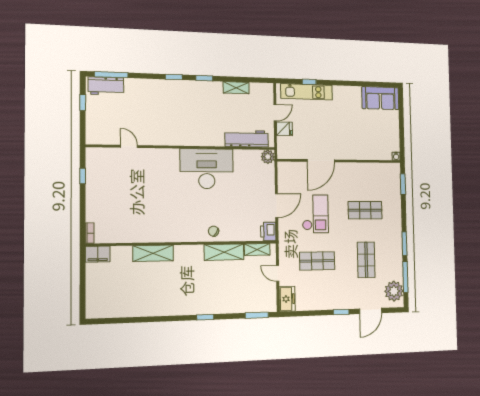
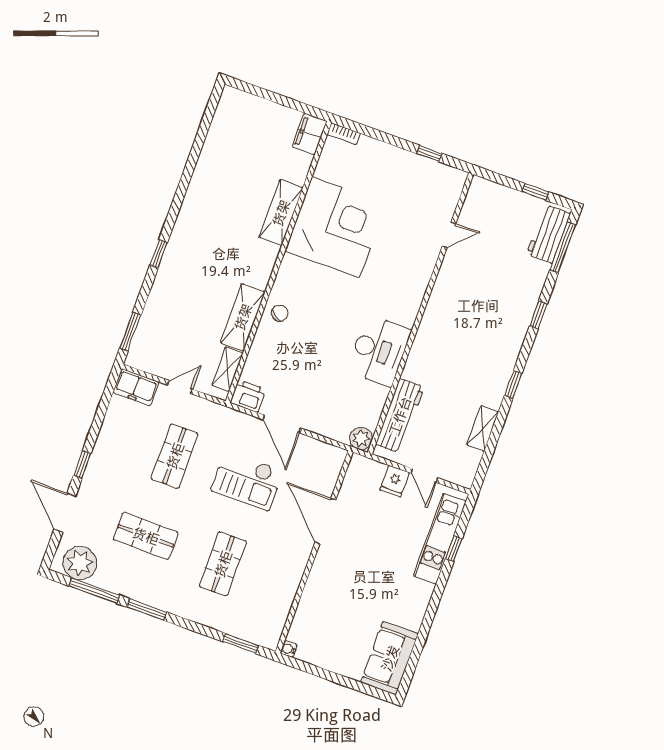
window: (174, 77) -> (538, 315), moved
desk: (207, 169) -> (379, 351), width x0.73, depth x0.77
corner desk: (150, 217) -> (335, 227), added

